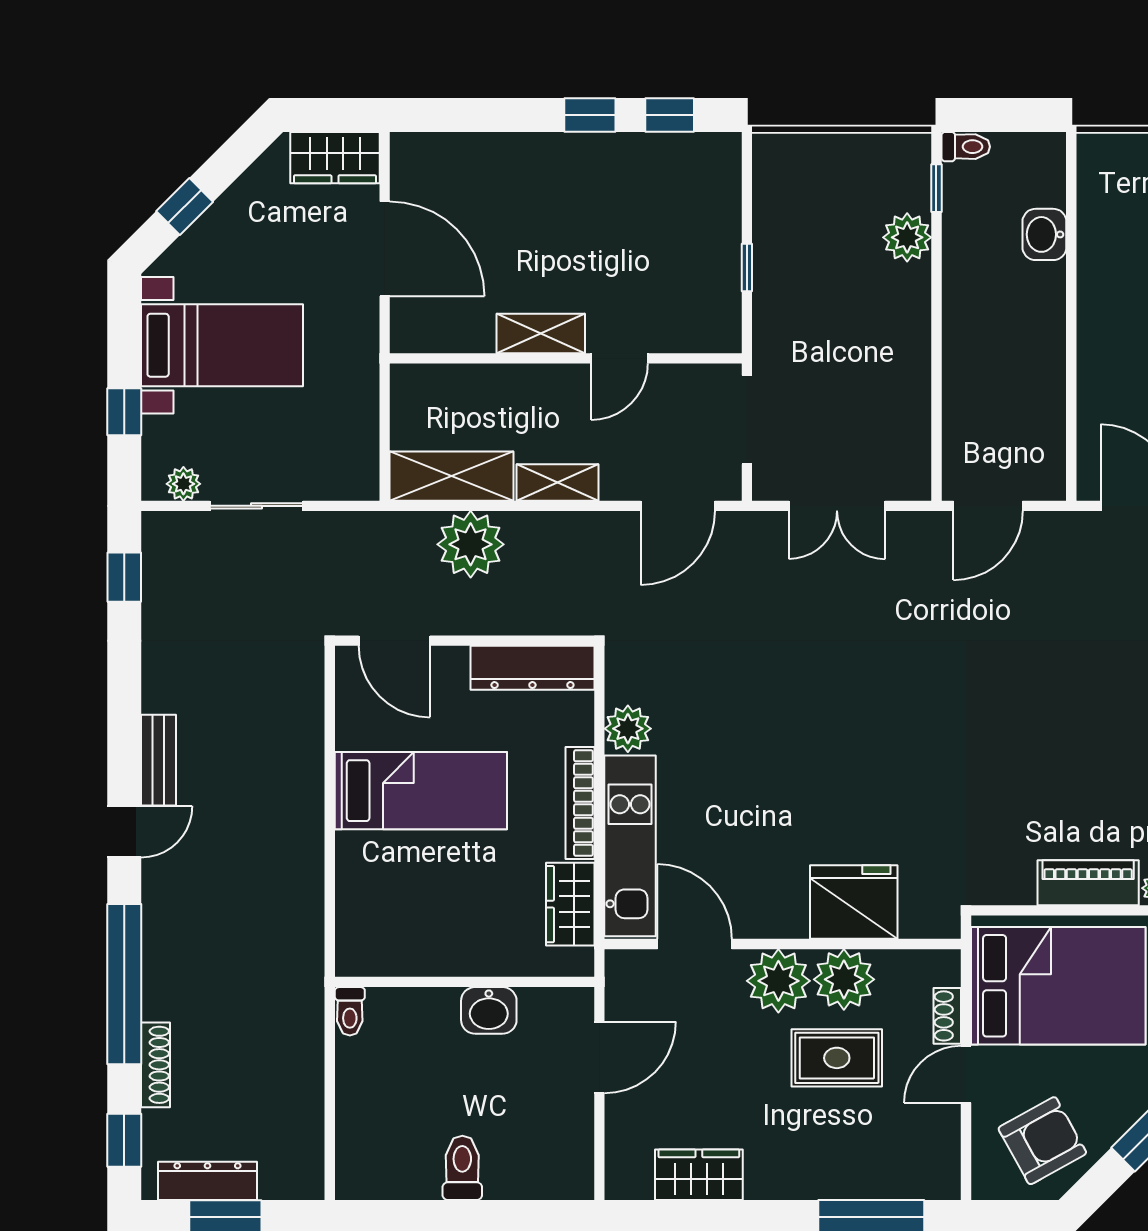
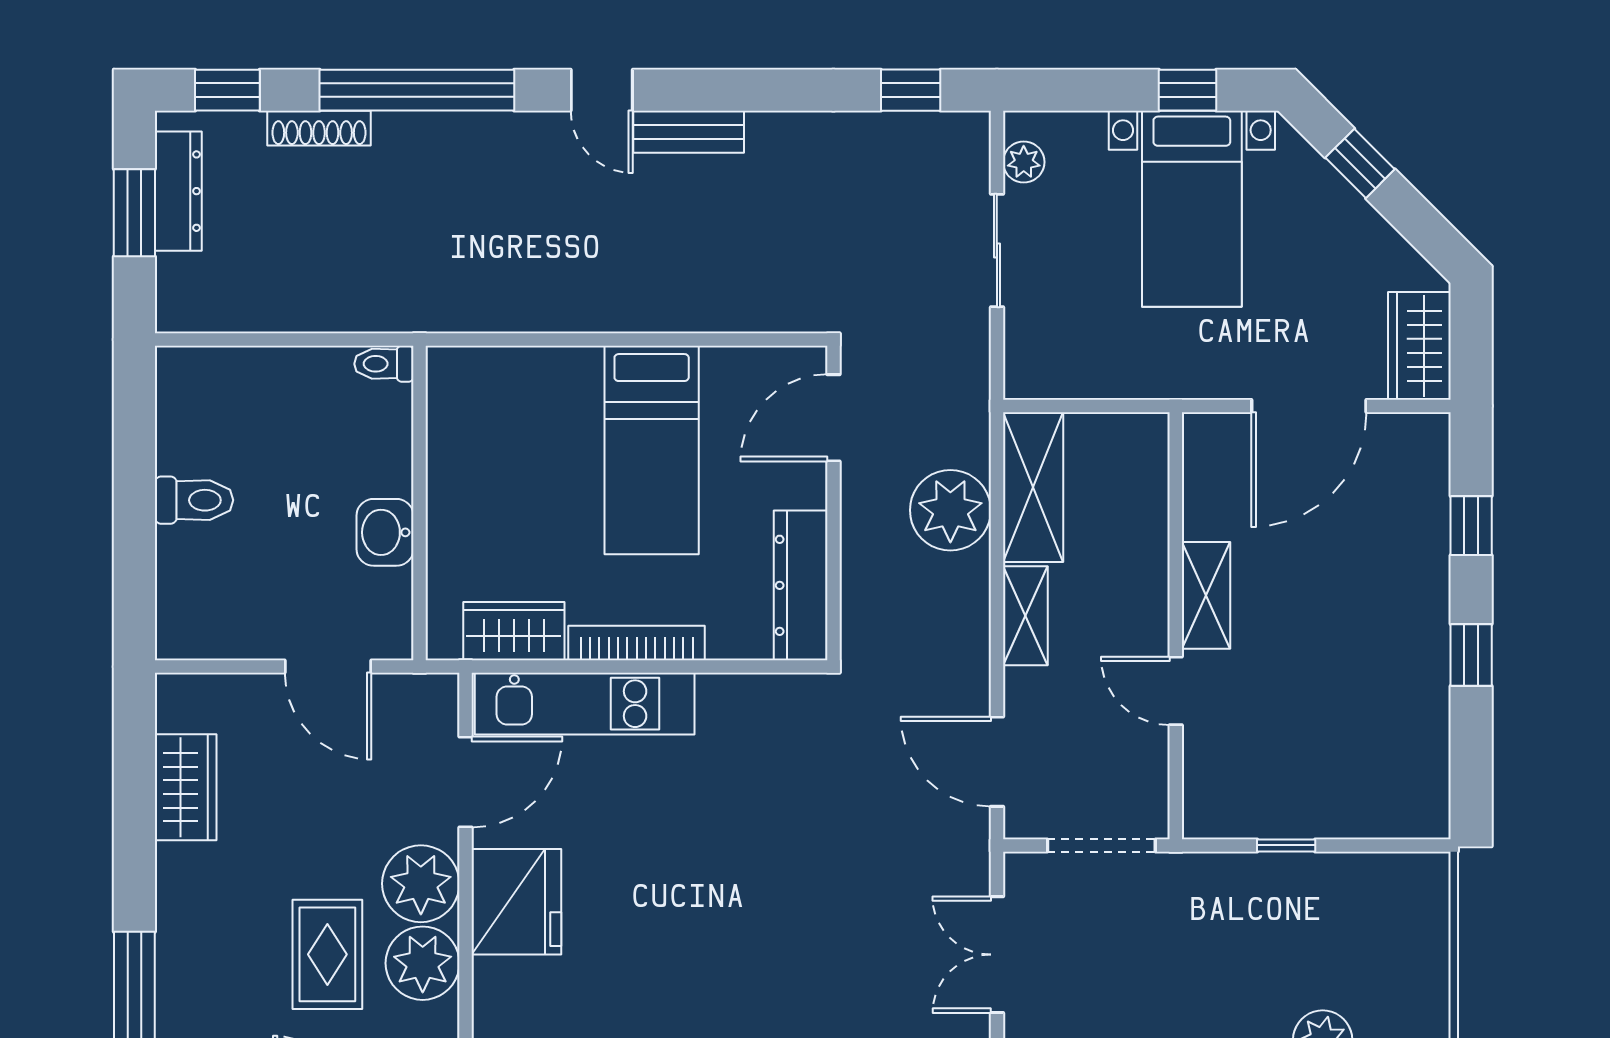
window: (670, 115) -> (1471, 526), moved
window: (124, 412) -> (1187, 90), moved
plant: (628, 729) -> (727, 701), removed
fridge: (854, 902) -> (516, 902), moved

